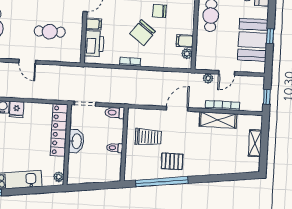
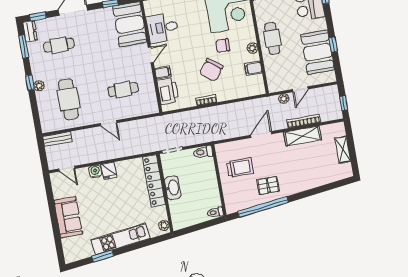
plant: (187, 54) -> (253, 48), moved
toilet: (115, 148) -> (215, 212), moved

